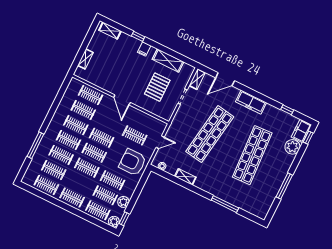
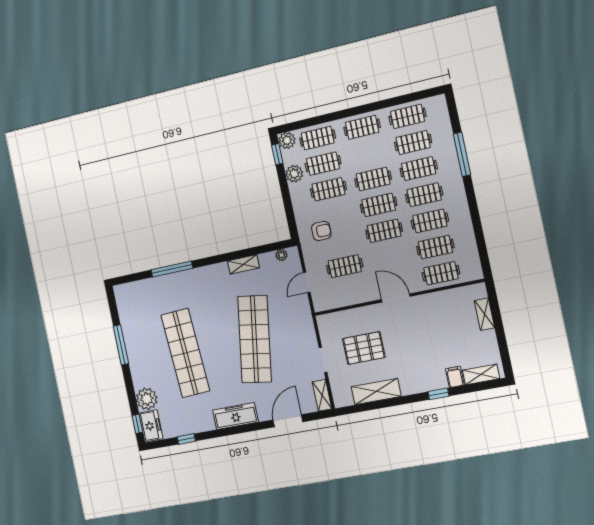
filing cabinet: (144, 49) -> (455, 377), moved
pallet: (157, 87) -> (364, 348), turned 90
armchair: (132, 162) -> (321, 231), width x0.53, depth x0.53

